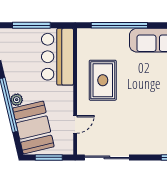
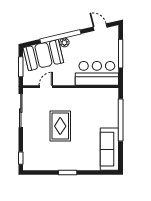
rug: (103, 80) -> (60, 126), moved, turned 90
door: (75, 124) -> (46, 87), swing flipped

